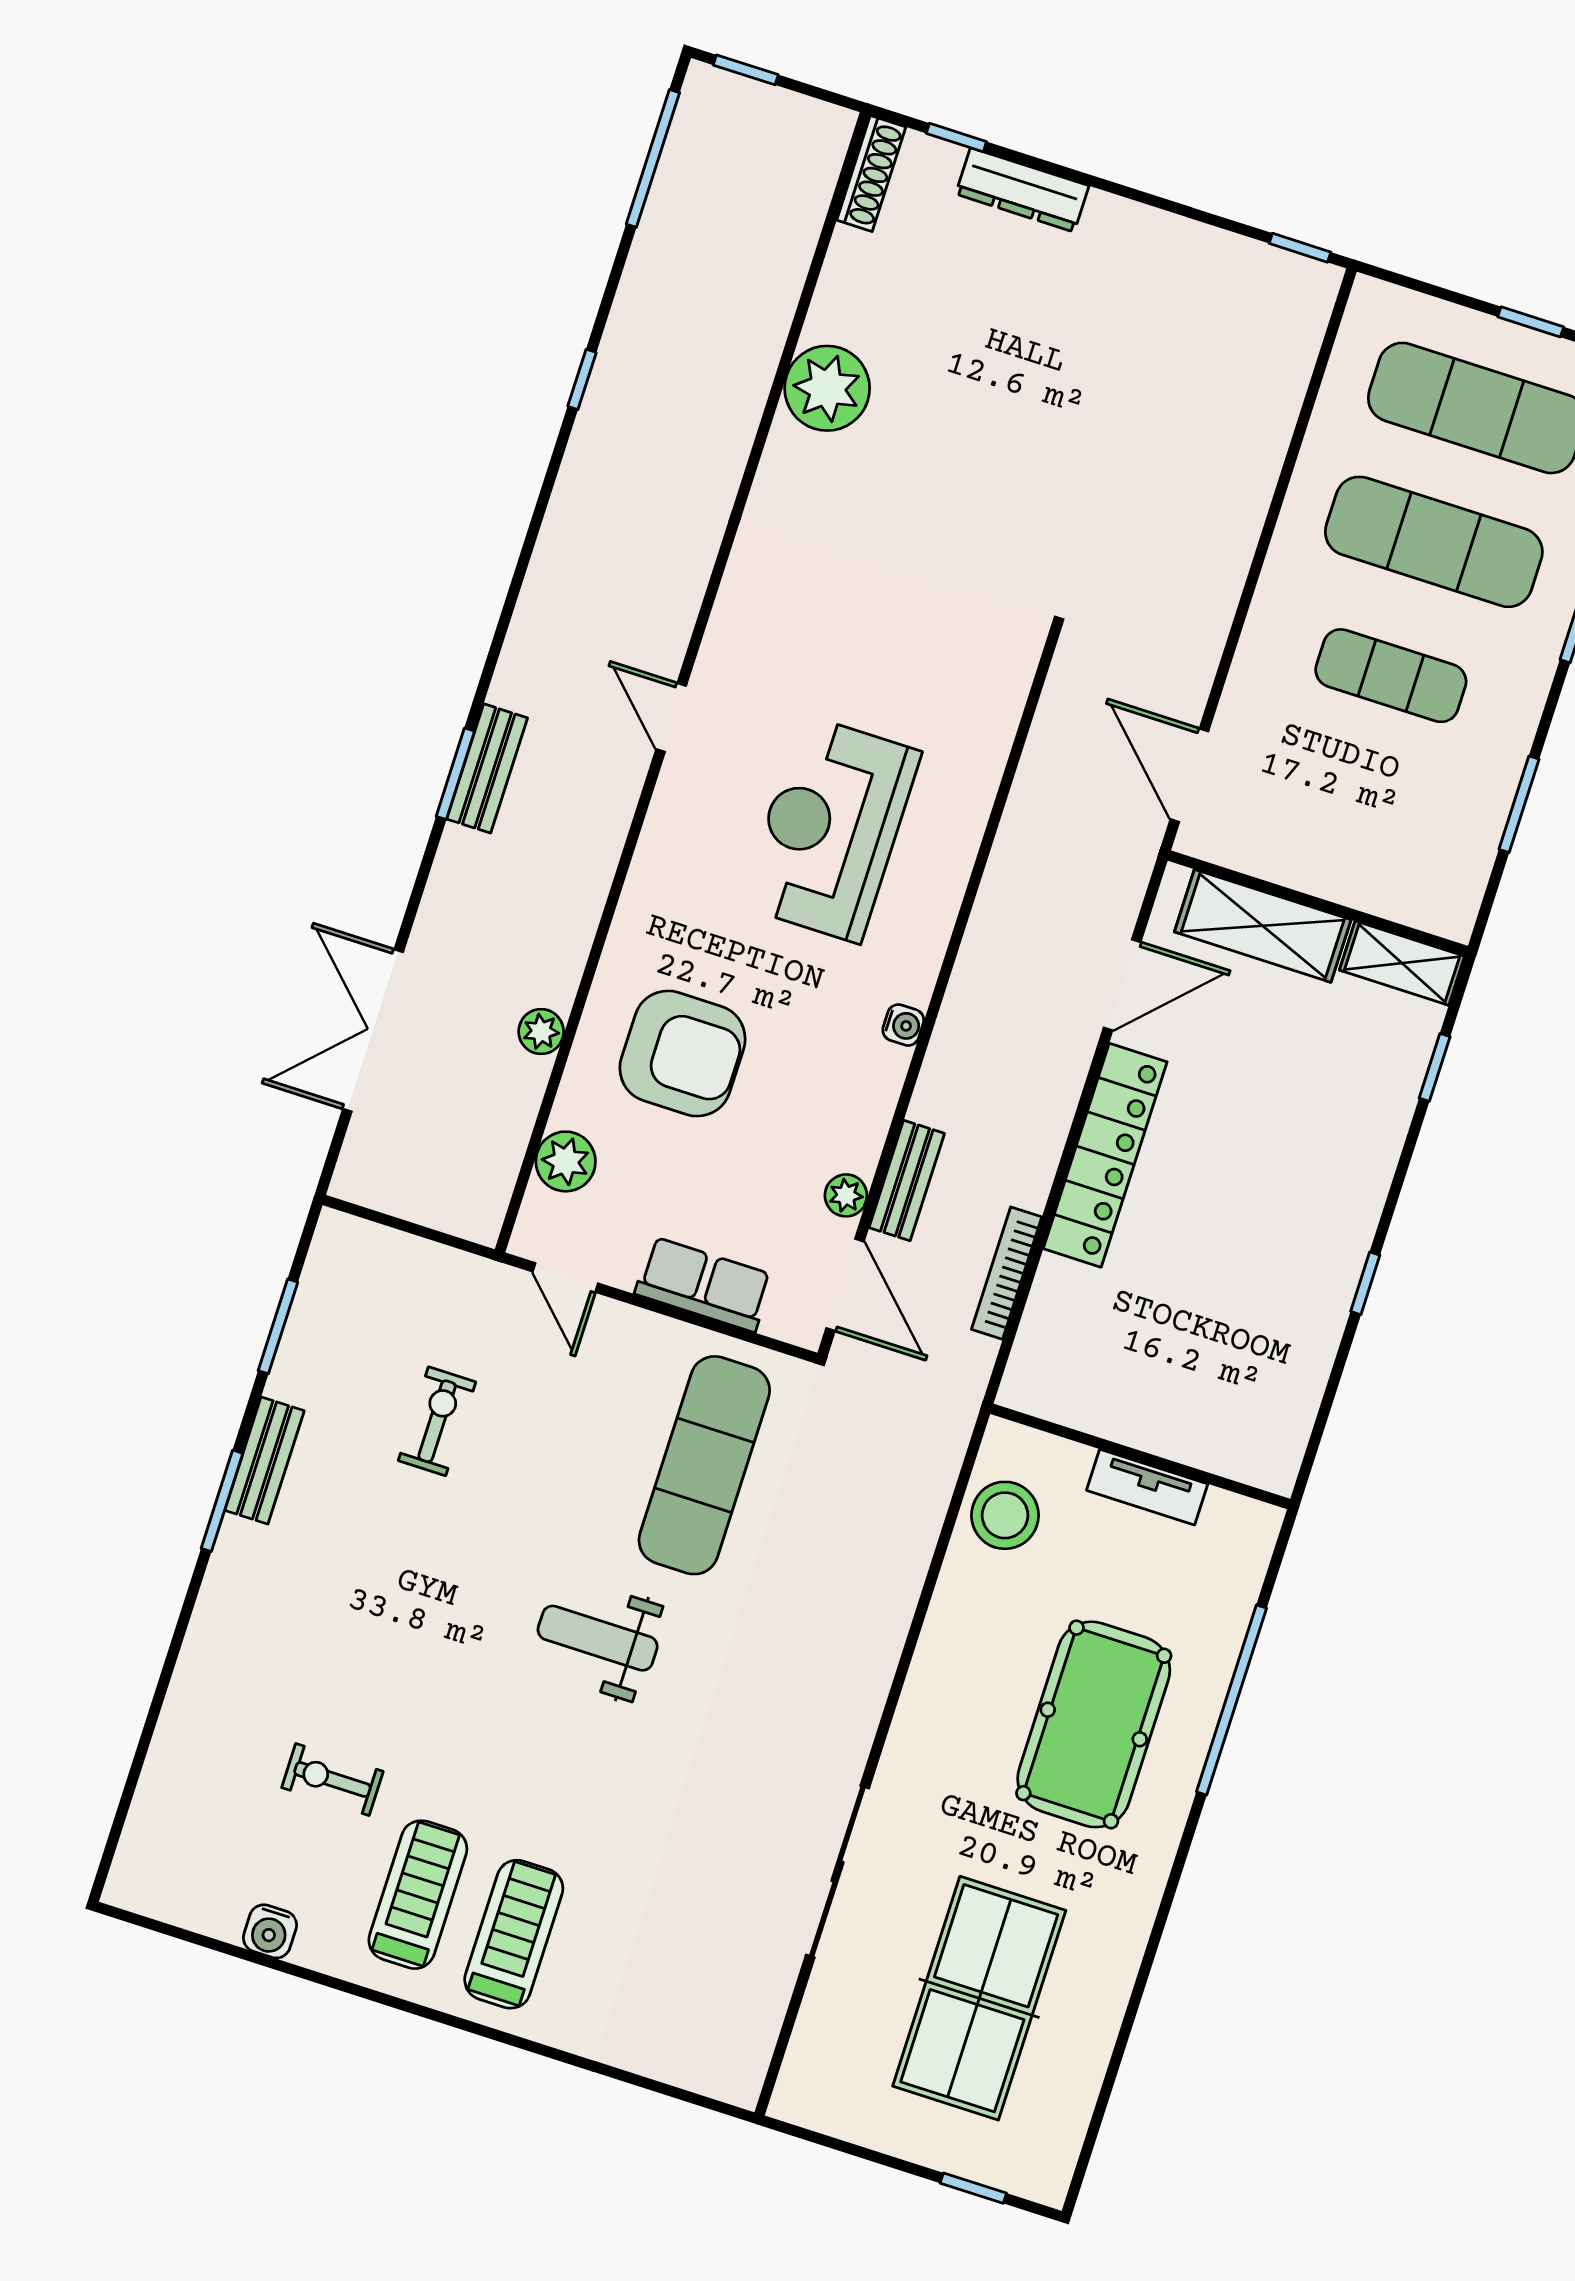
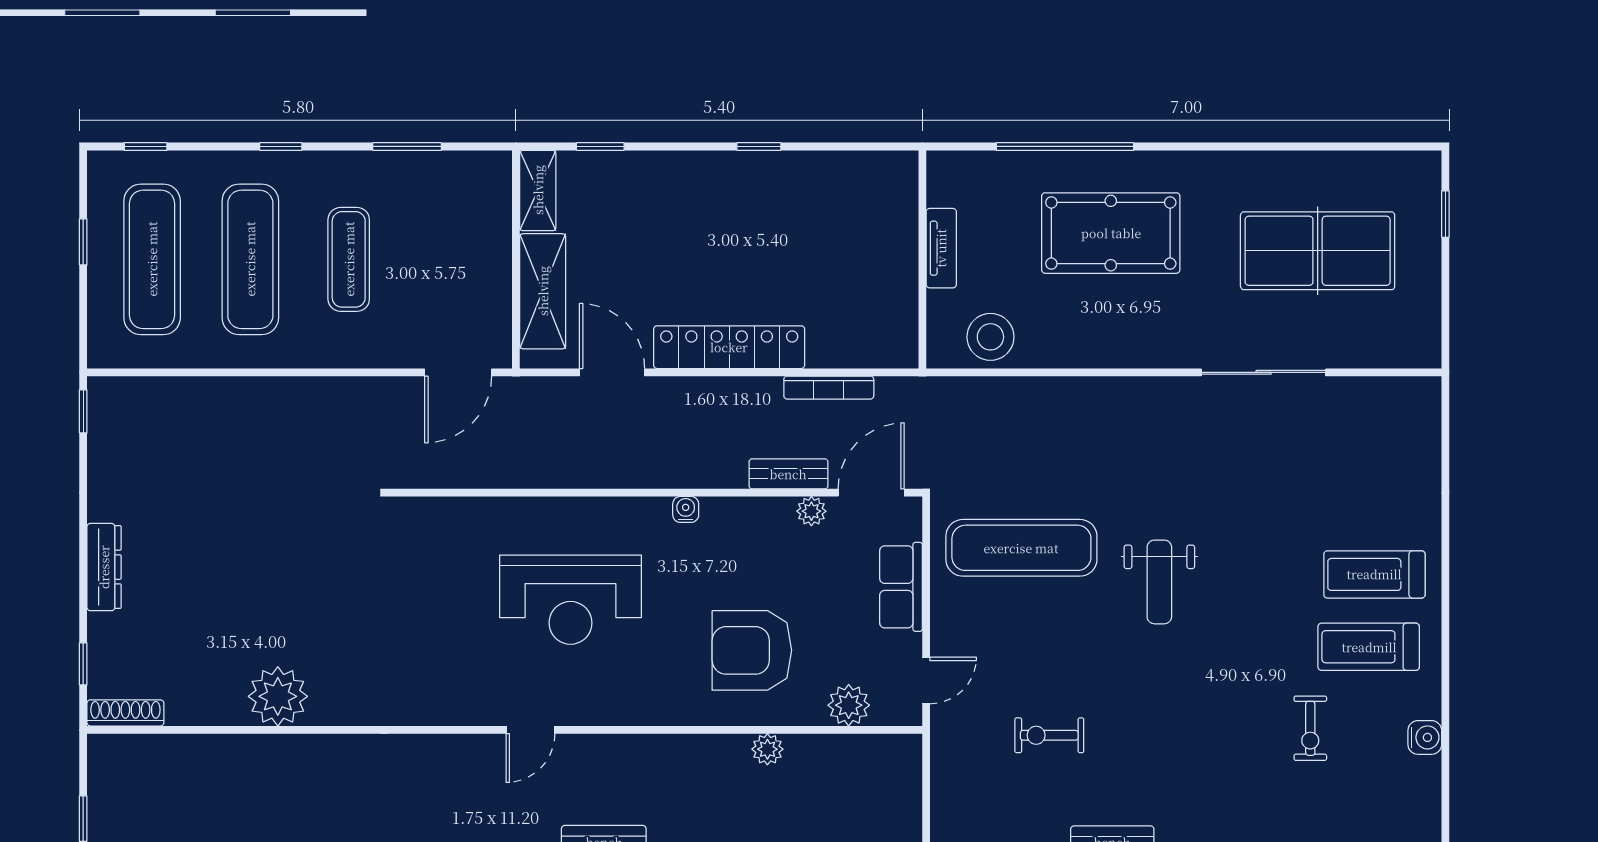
dresser: (1022, 190) -> (104, 567), moved
armchair: (683, 1053) -> (752, 650), turned -90

